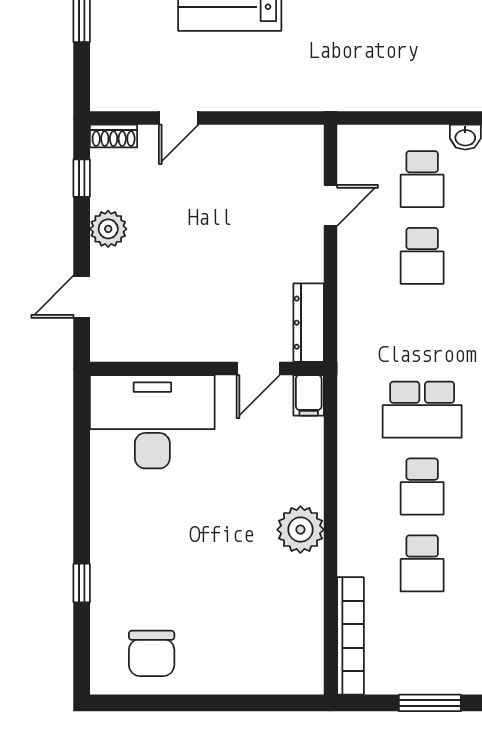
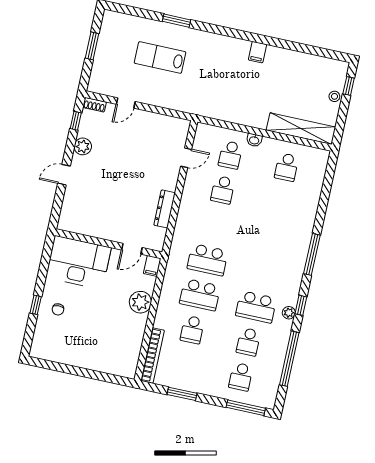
wall: (207, 368) -> (109, 244), moved
door: (258, 368) -> (132, 249), moved
filing cabinet: (309, 395) -> (152, 266), moved
desk: (152, 422) -> (78, 262), moved
school desk: (422, 486) -> (200, 295), width x1.85
chair: (152, 653) -> (58, 309), moved, width x0.54, depth x0.54

